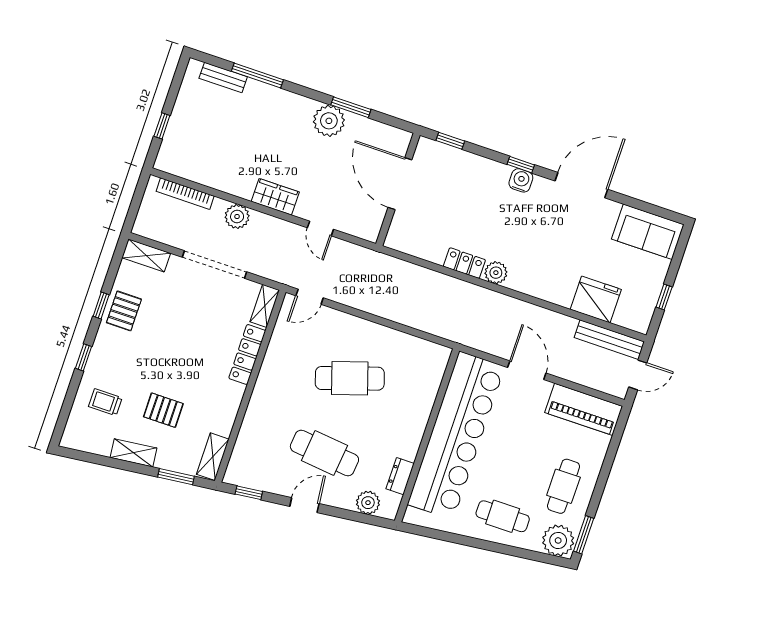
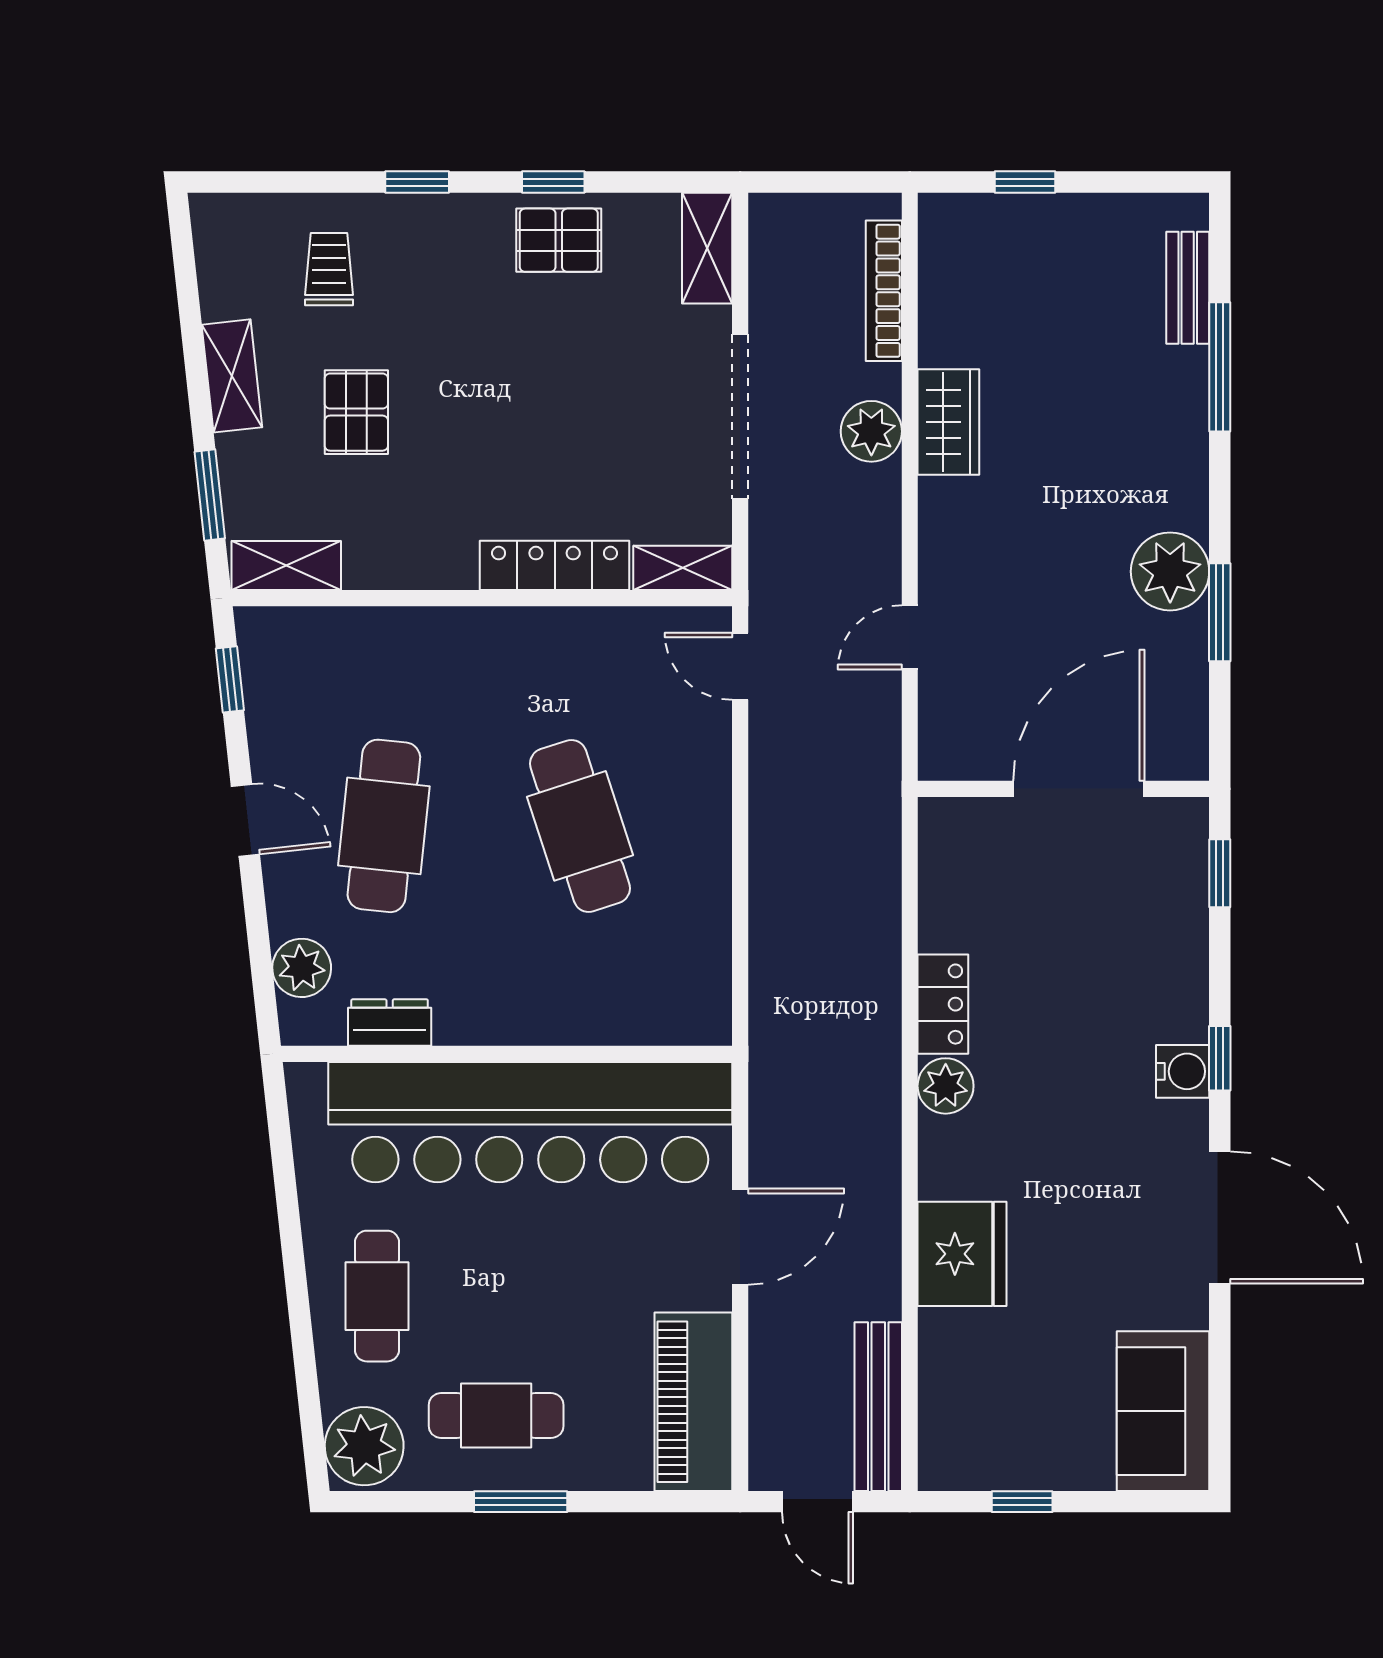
wardrobe: (275, 197) -> (948, 422), moved
fridge: (596, 299) -> (962, 1254), moved
window: (584, 535) -> (521, 1502), moved

